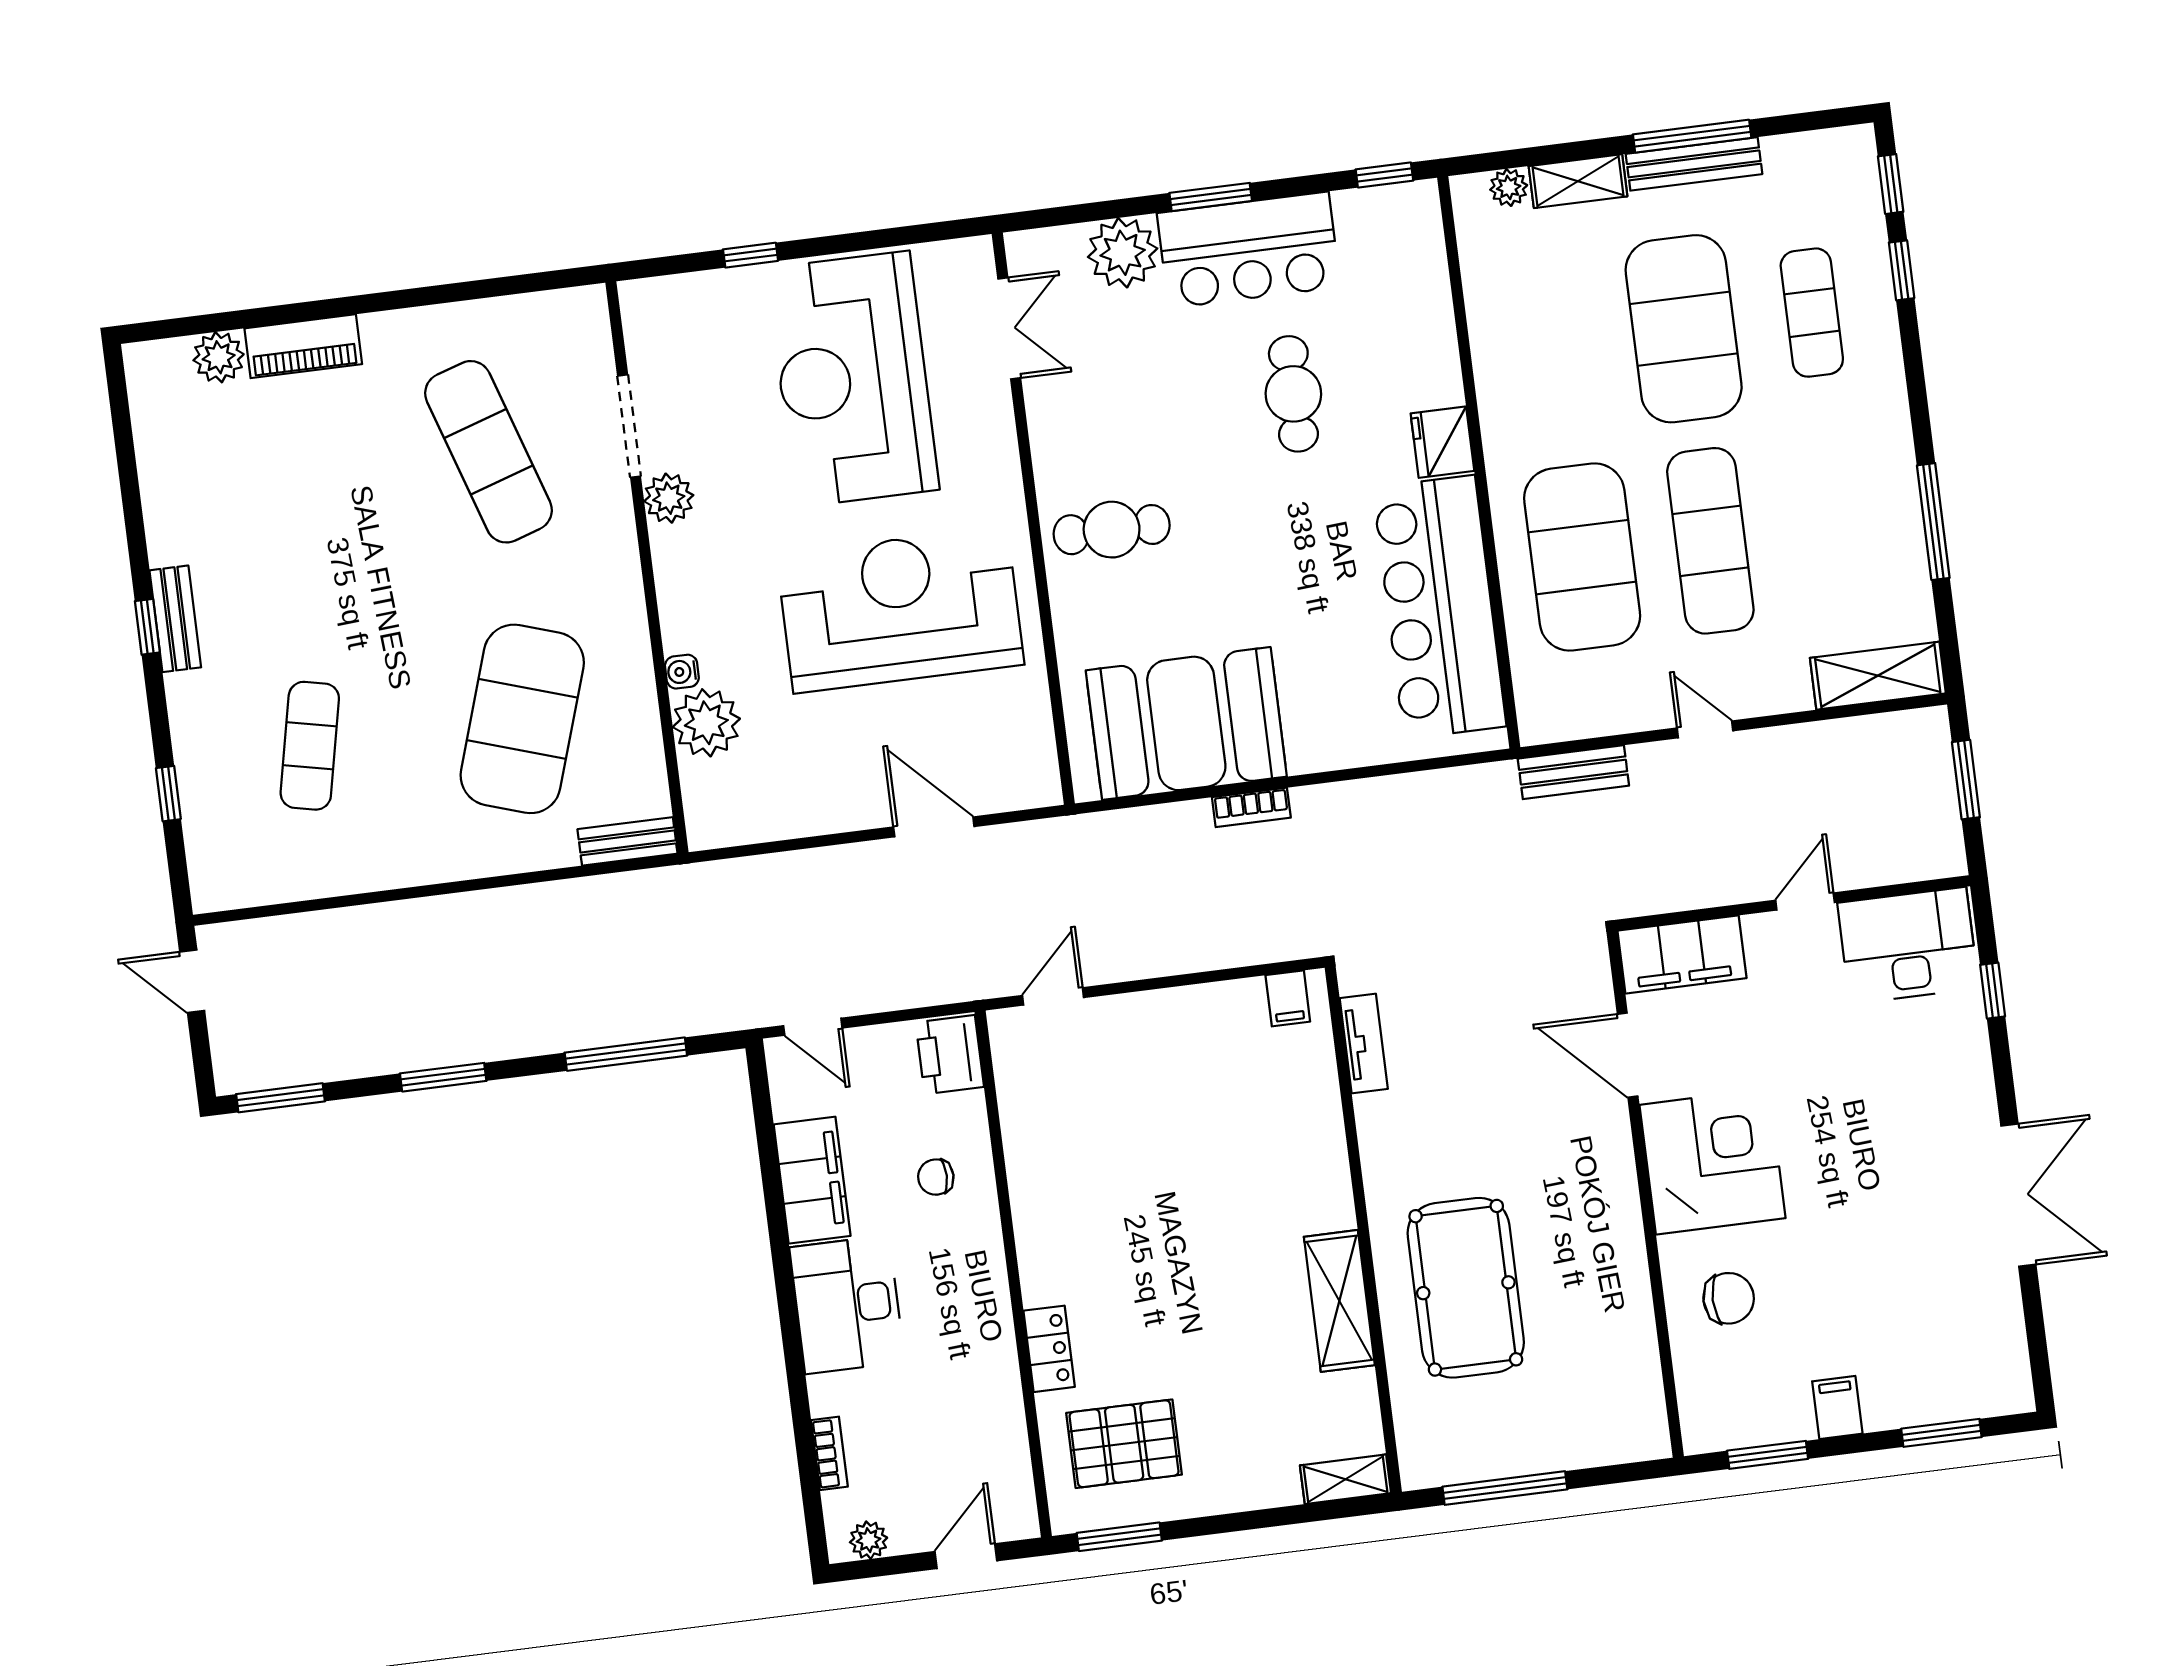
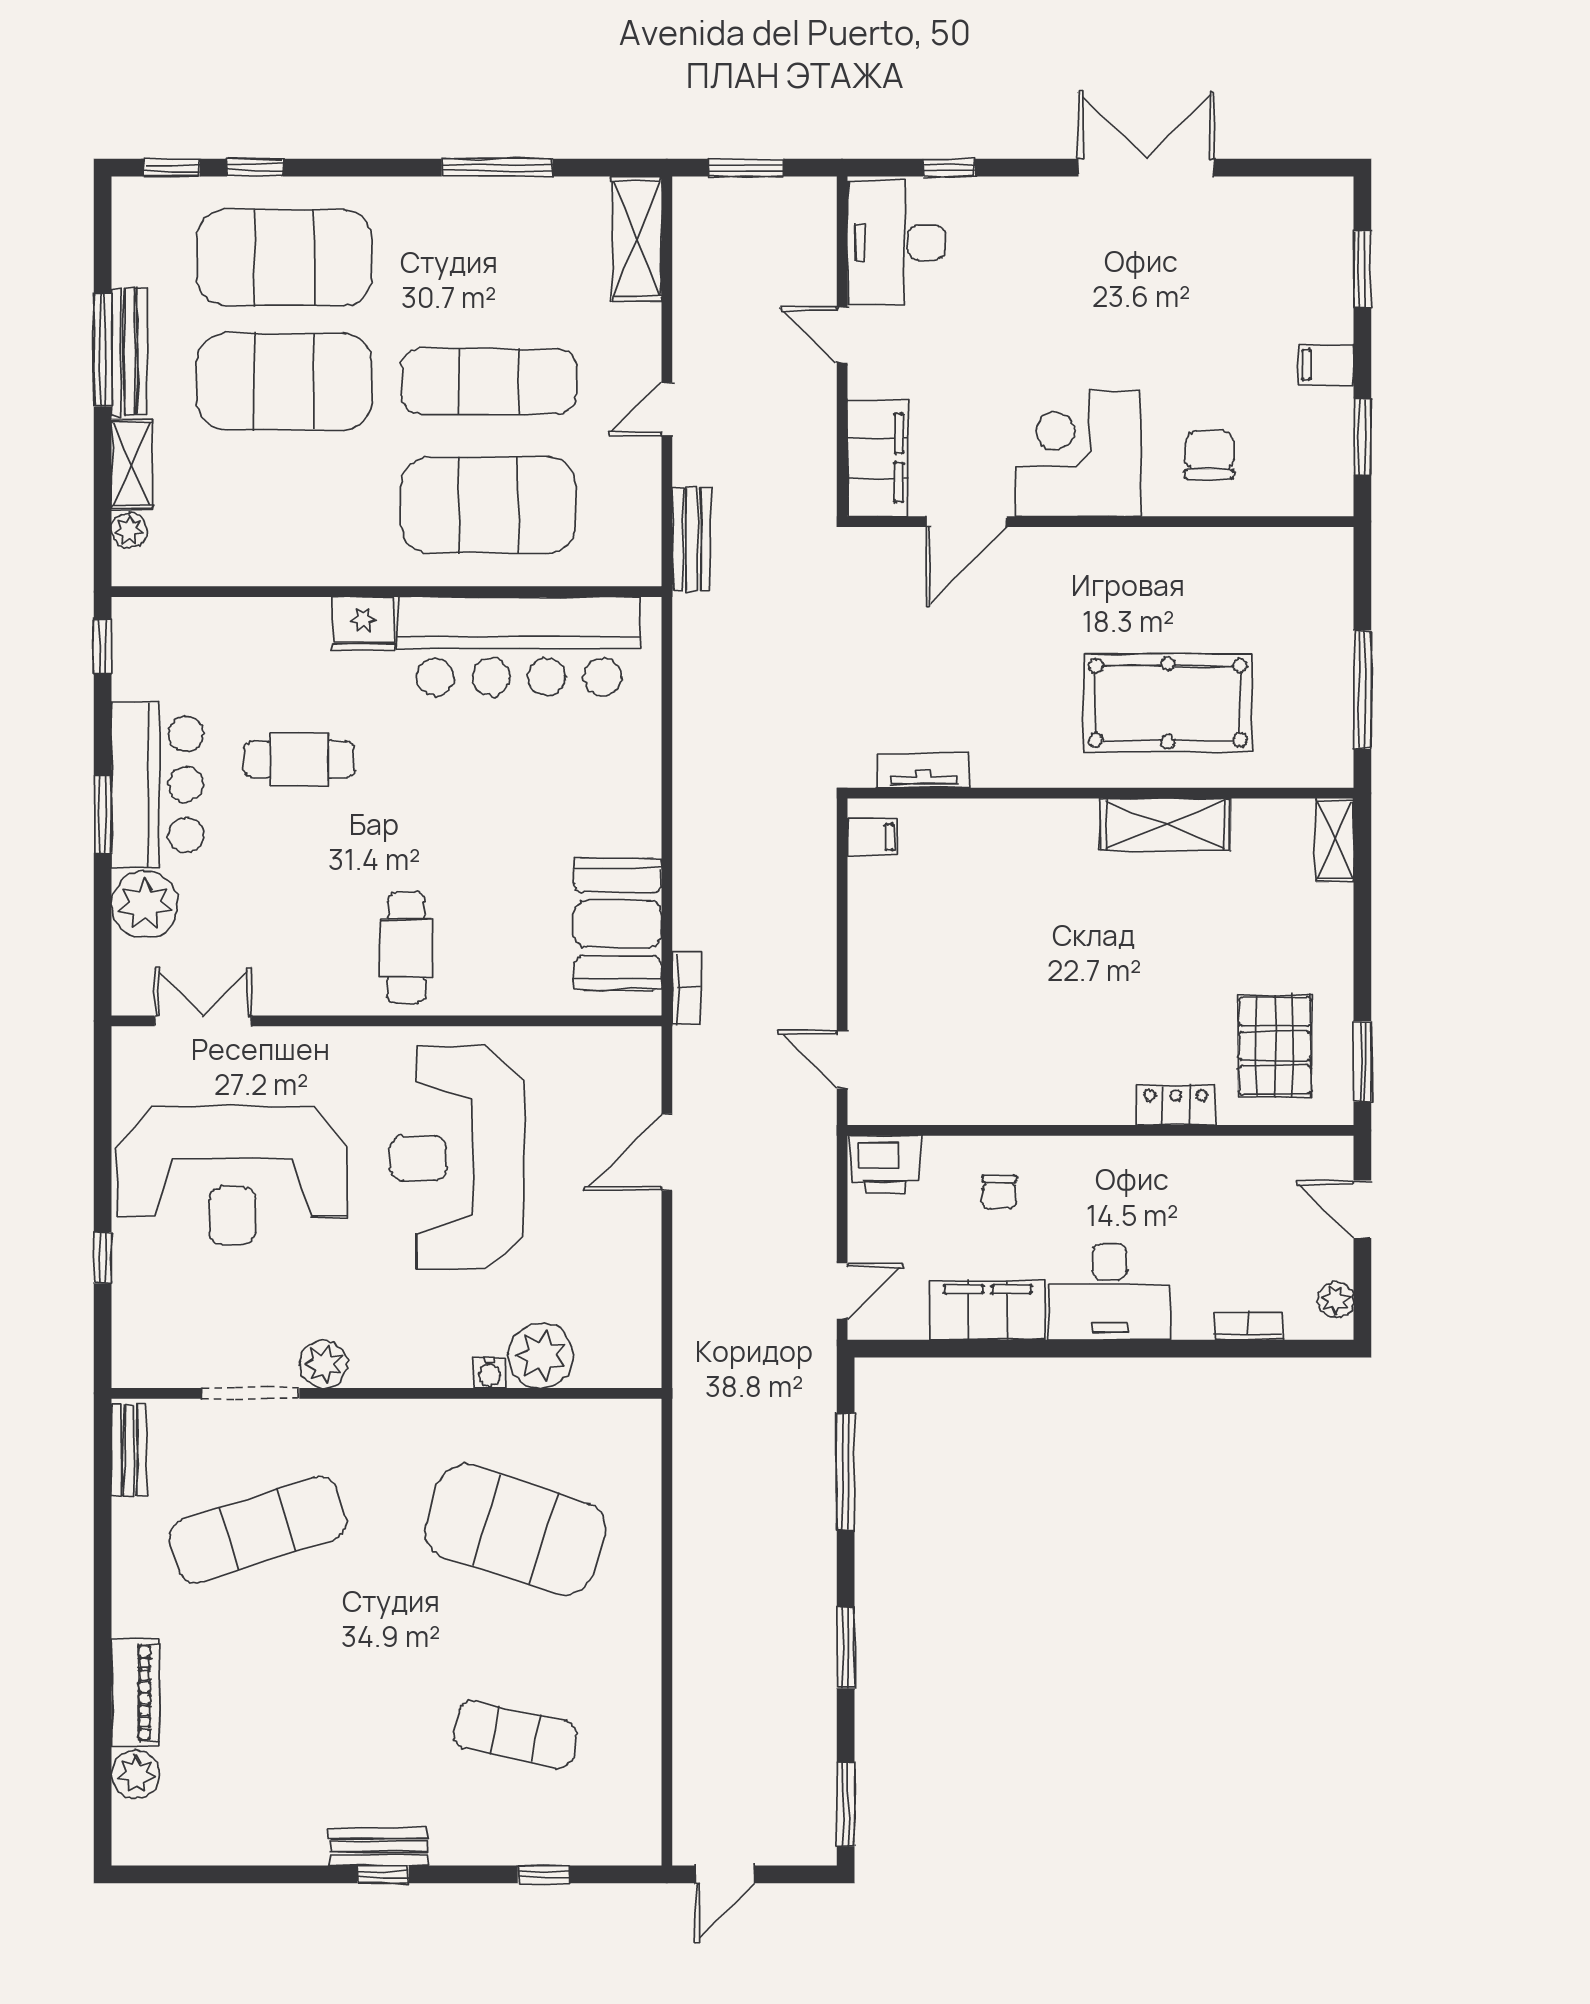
exercise mat: (1812, 313) -> (284, 258), width x2.00, depth x1.45
booth: (1186, 723) -> (618, 924), width x0.73, depth x0.70
bookcase: (1251, 807) -> (687, 988), moved
bench: (627, 841) -> (129, 1450), moved

